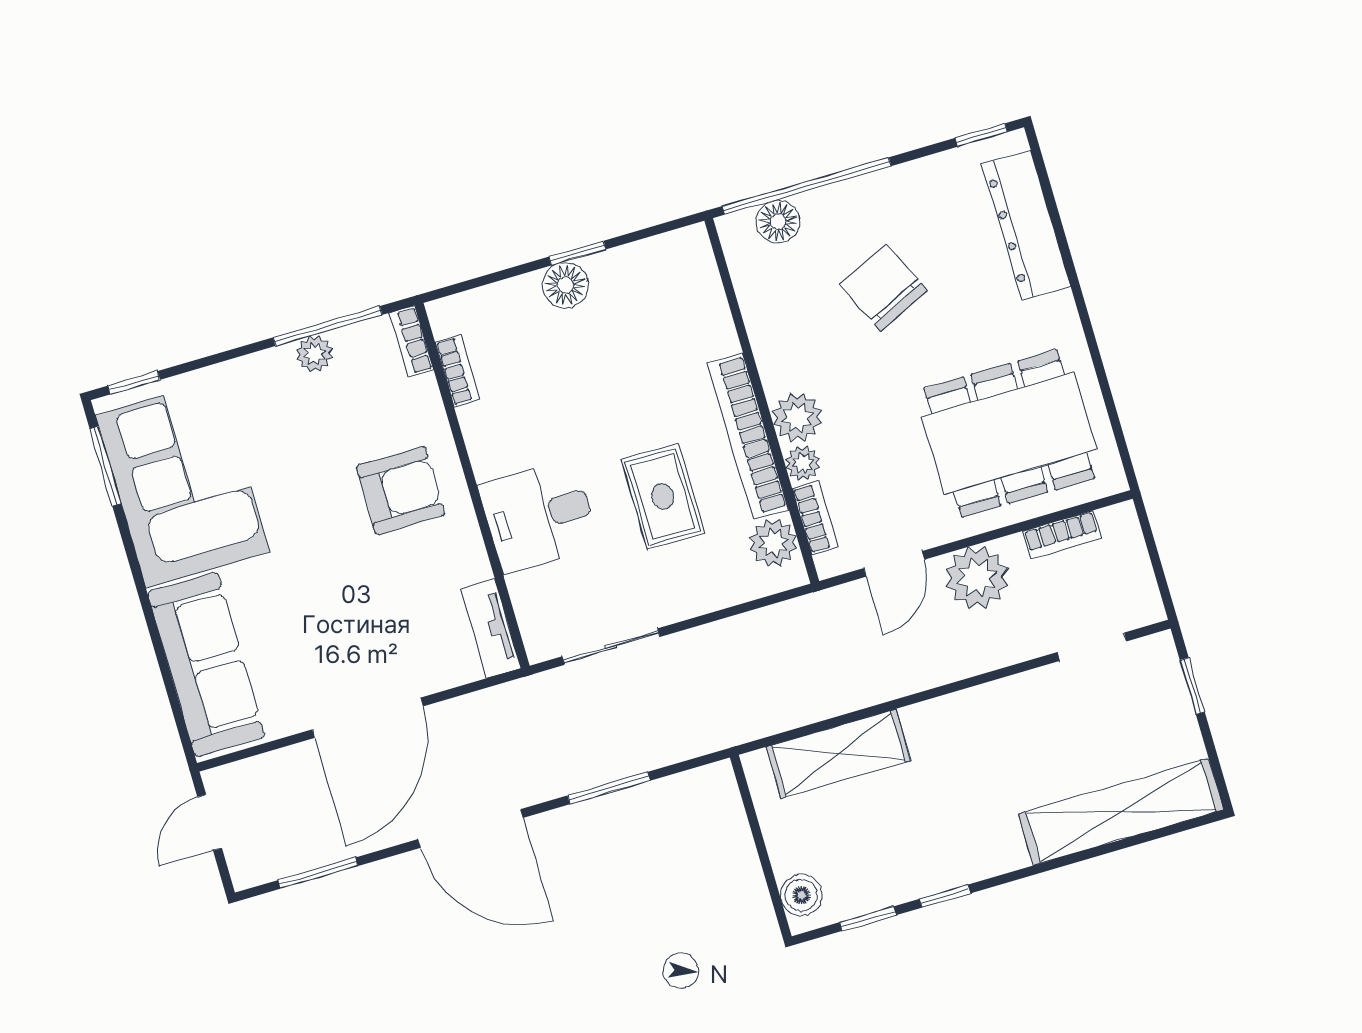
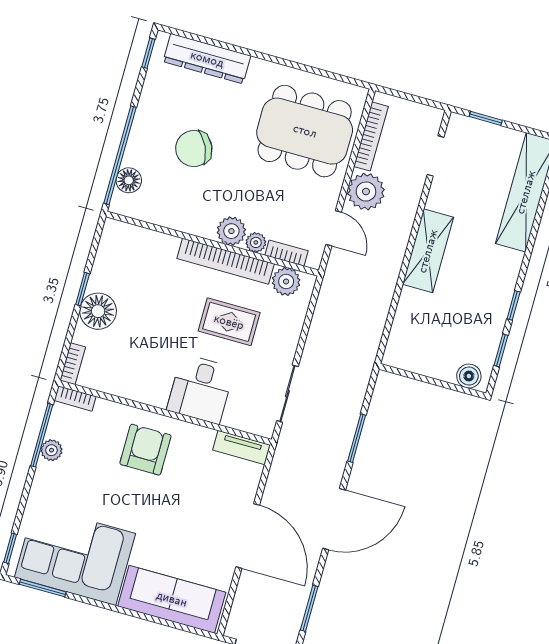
floor lamp: (565, 285) -> (98, 311), width x1.38, depth x1.38
bookcase: (457, 371) -> (73, 364), moved, turned 90
dining table: (1009, 433) -> (305, 131), turned 90
bookcase: (1062, 535) -> (371, 136), width x1.56
shelving: (838, 754) -> (428, 251), moved

